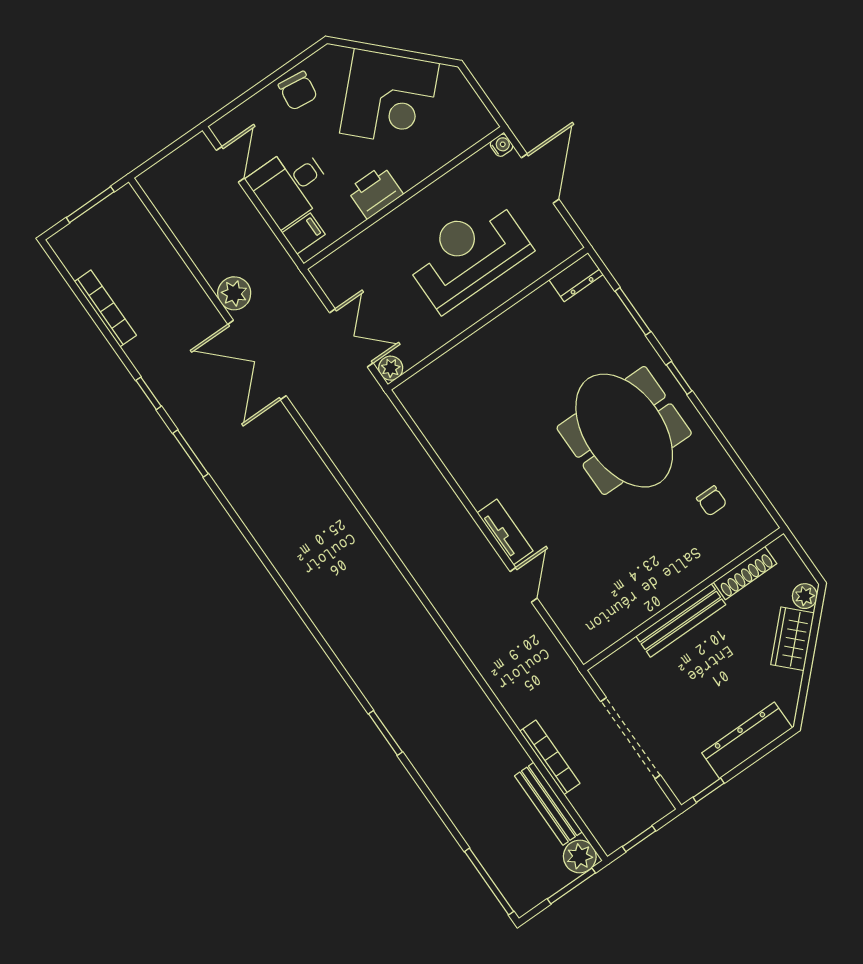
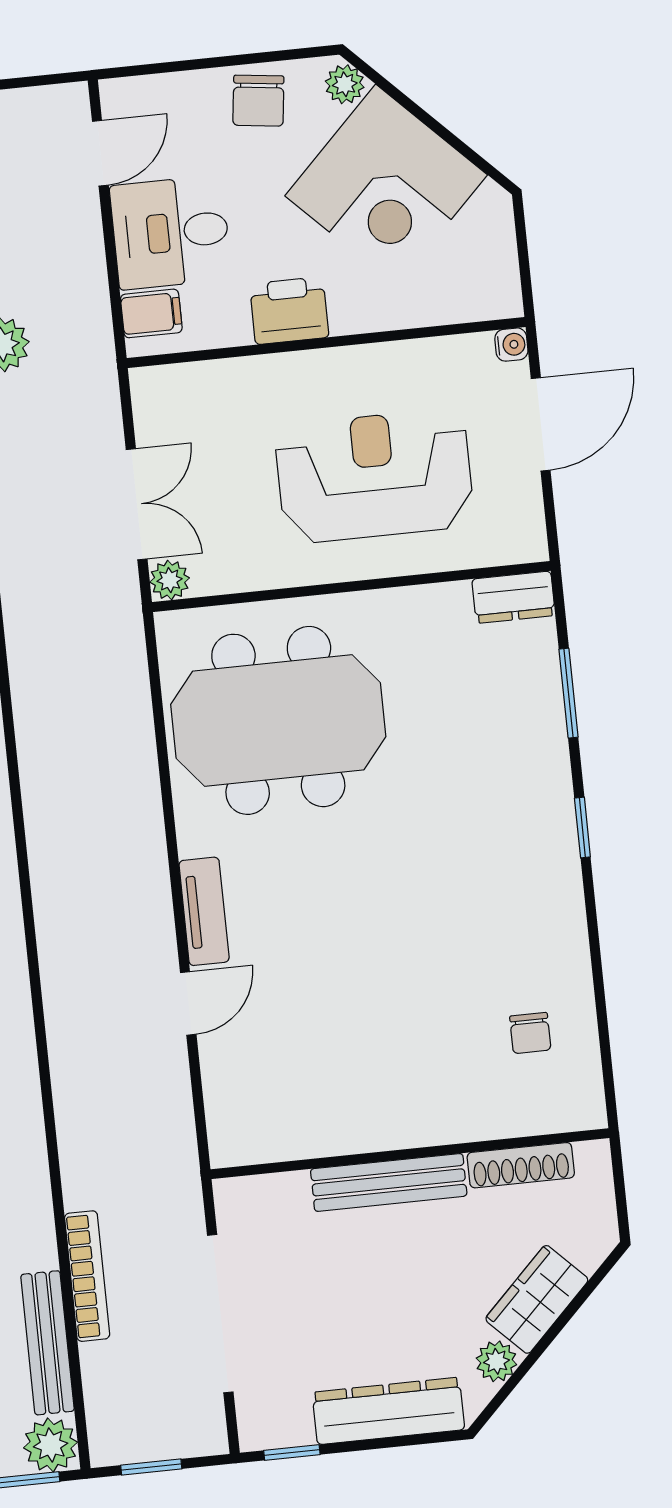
plant: (338, 57) -> (345, 84), added
meeting table: (624, 431) -> (278, 720), moved, turned 90
plant: (805, 596) -> (496, 1361), moved

